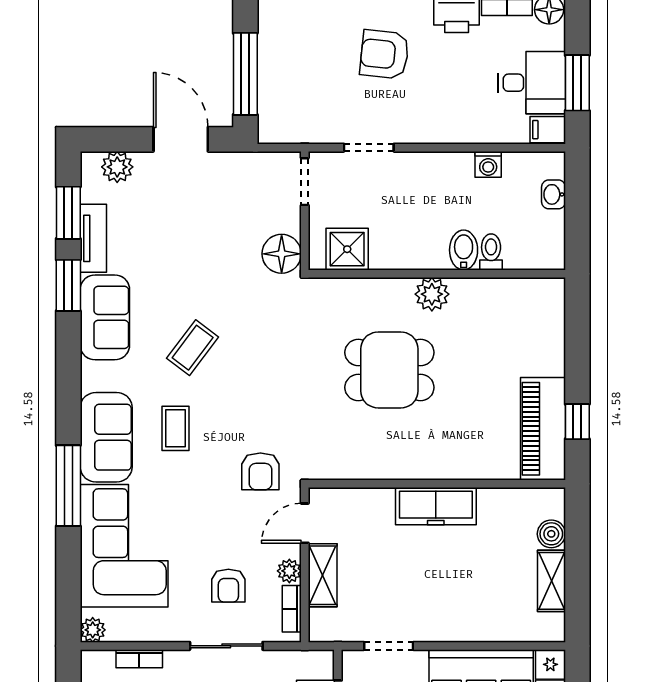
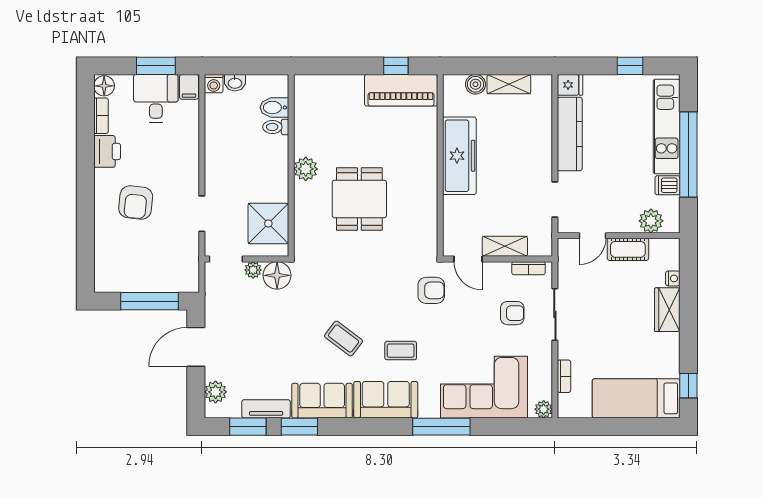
washing machine: (488, 164) -> (214, 84), moved, turned 90
shower: (347, 249) -> (268, 224), width x1.36, depth x1.36
bidet: (464, 250) -> (274, 107), moved
sofa: (106, 437) -> (386, 400), moved
freezer: (436, 506) -> (459, 156), width x1.36, depth x1.26
plant: (289, 571) -> (253, 270), moved

